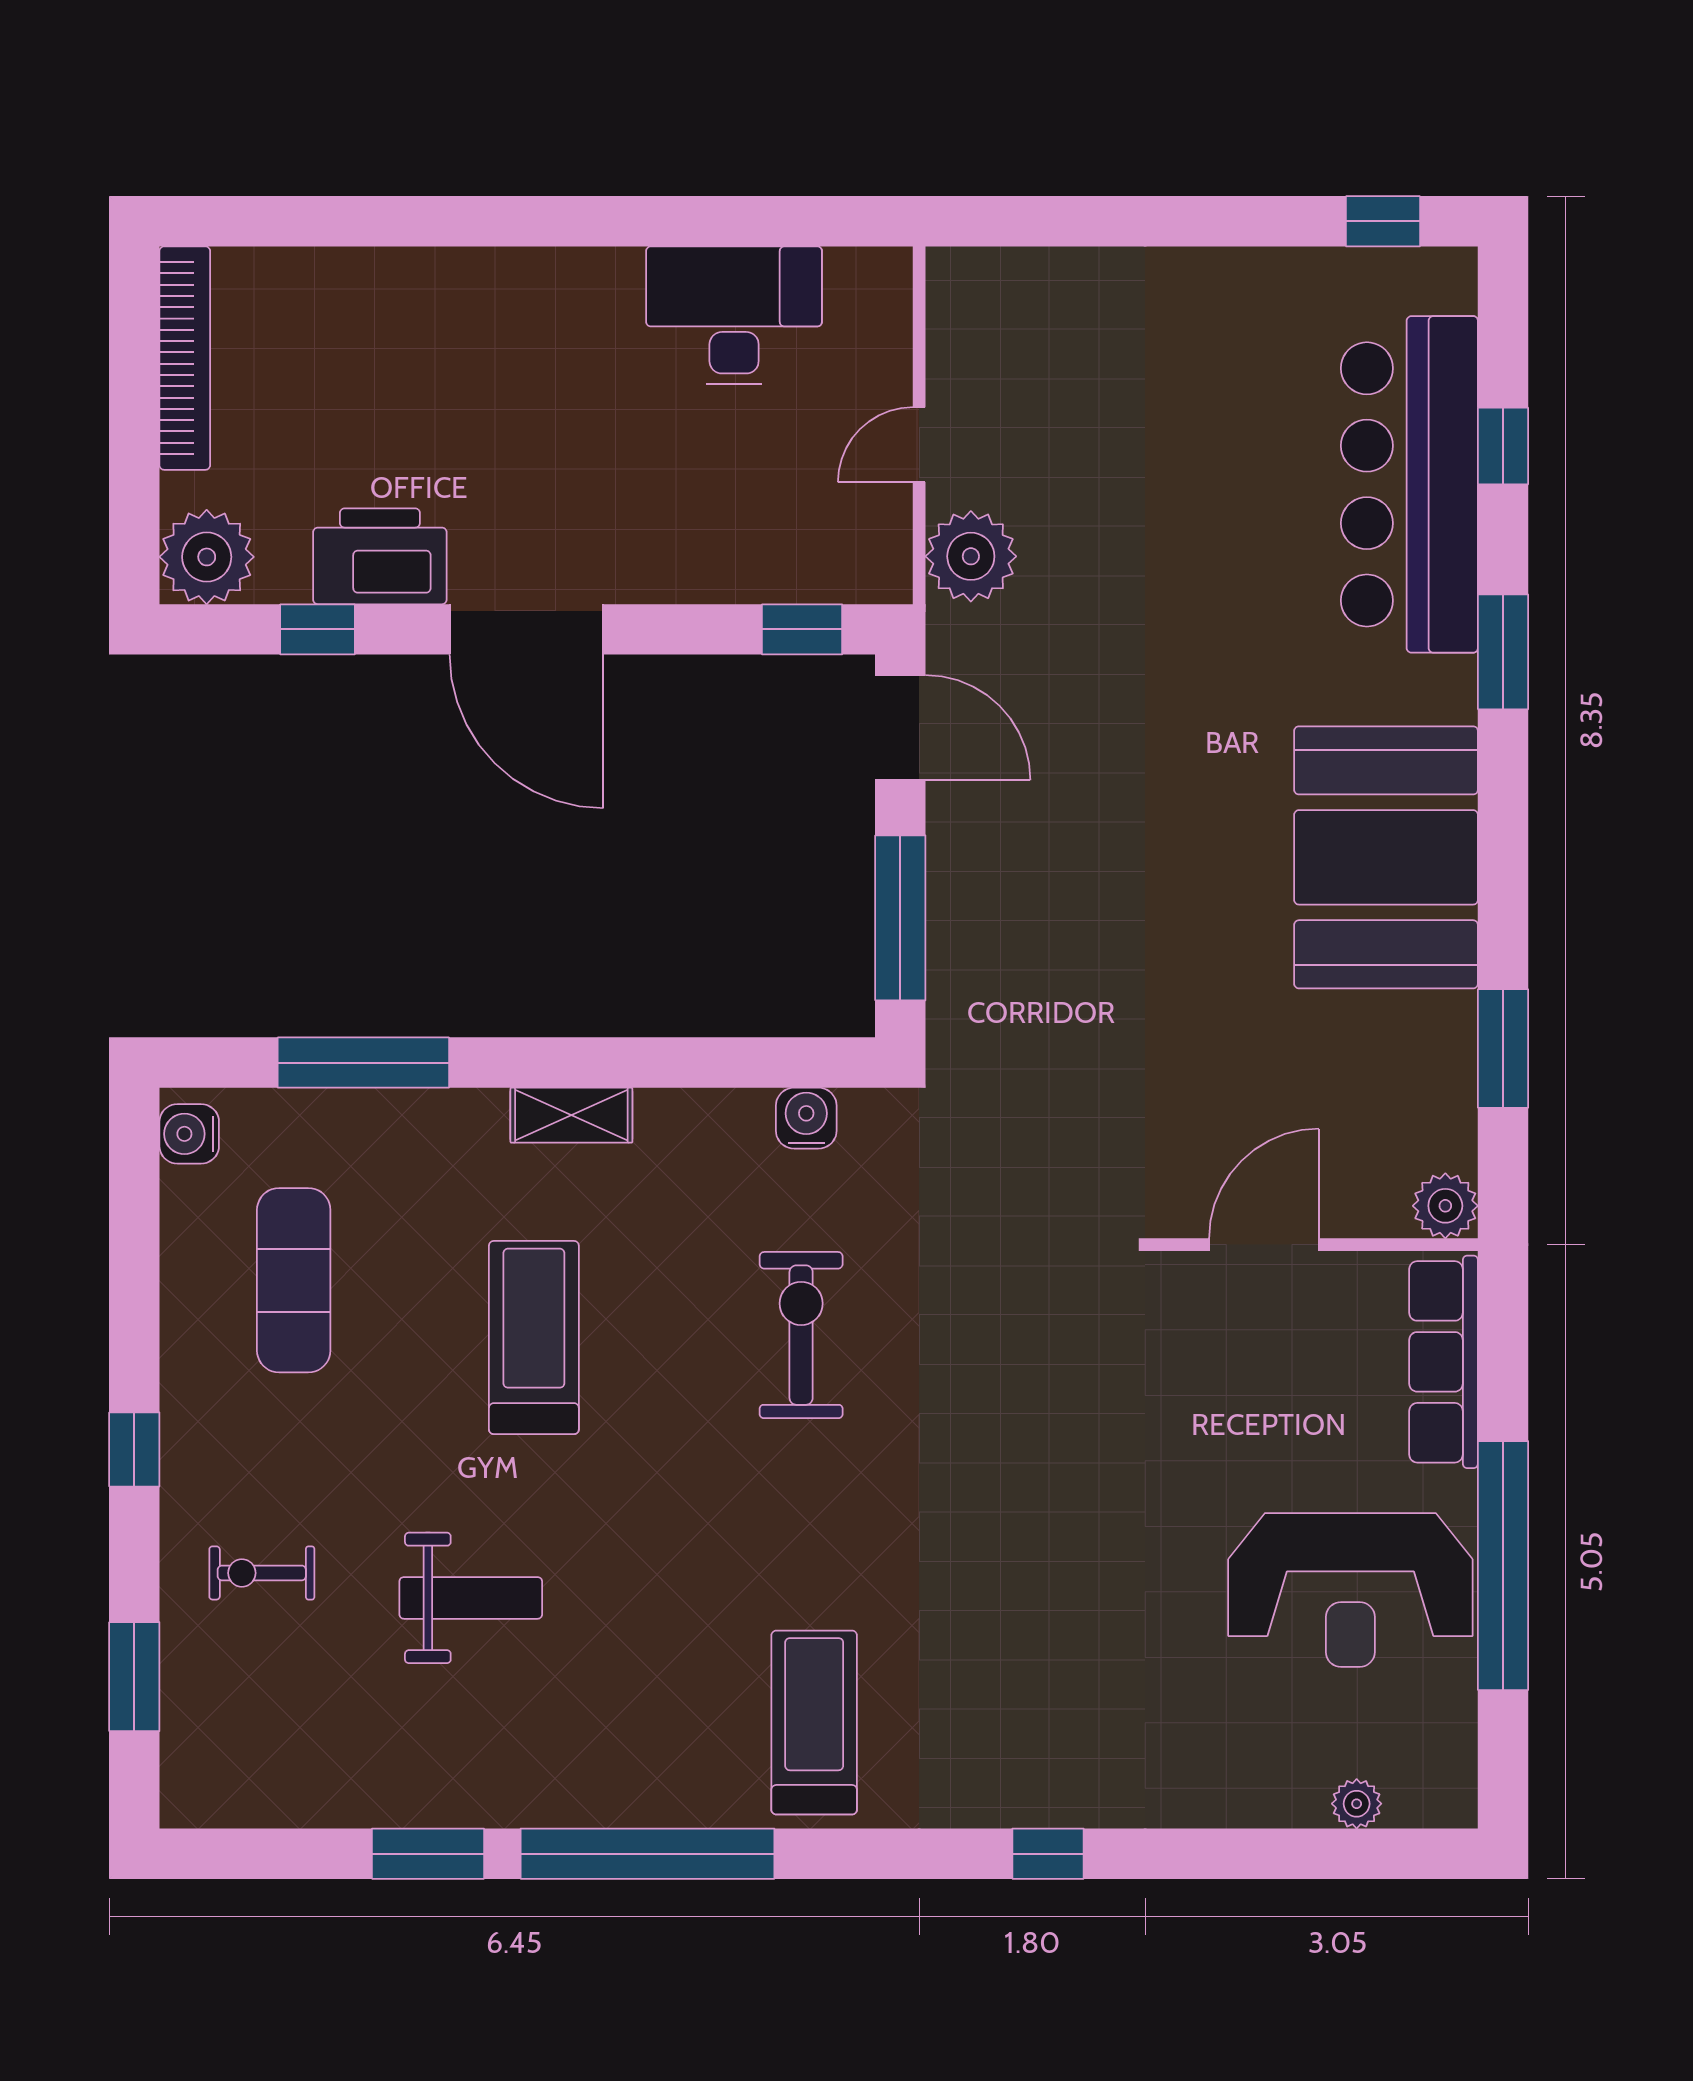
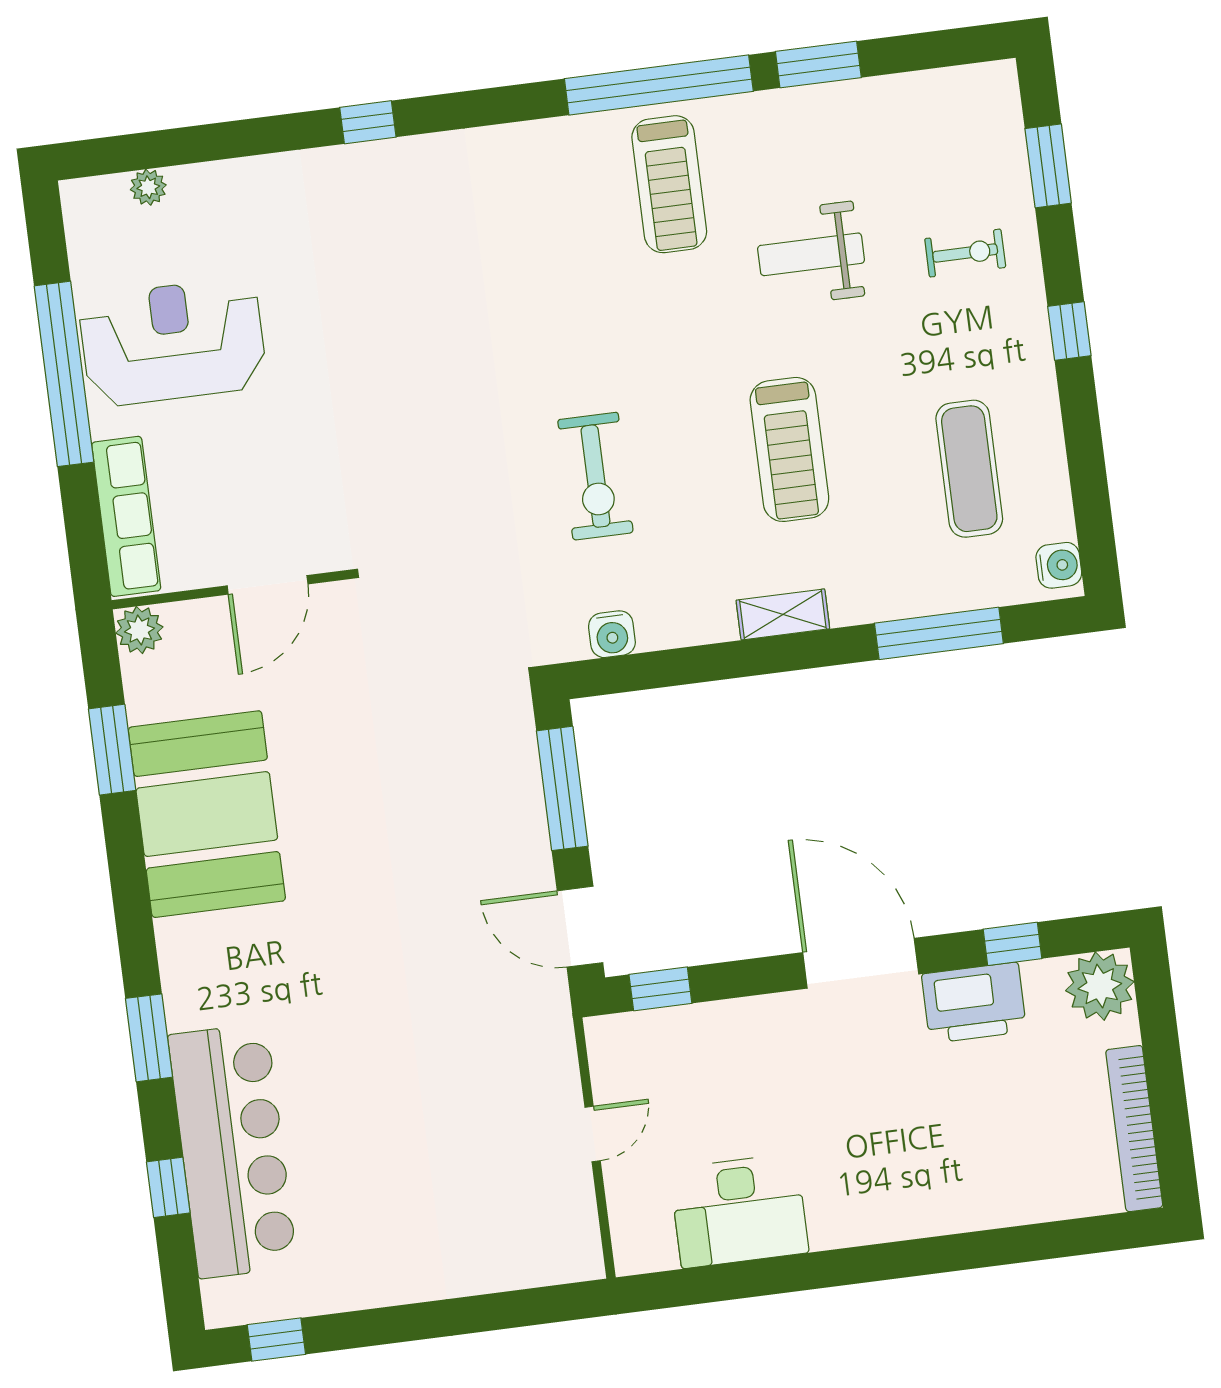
plant: (971, 556) -> (545, 1058), removed
booth: (1386, 857) -> (207, 814), moved
treadmill: (814, 1723) -> (669, 184), moved

